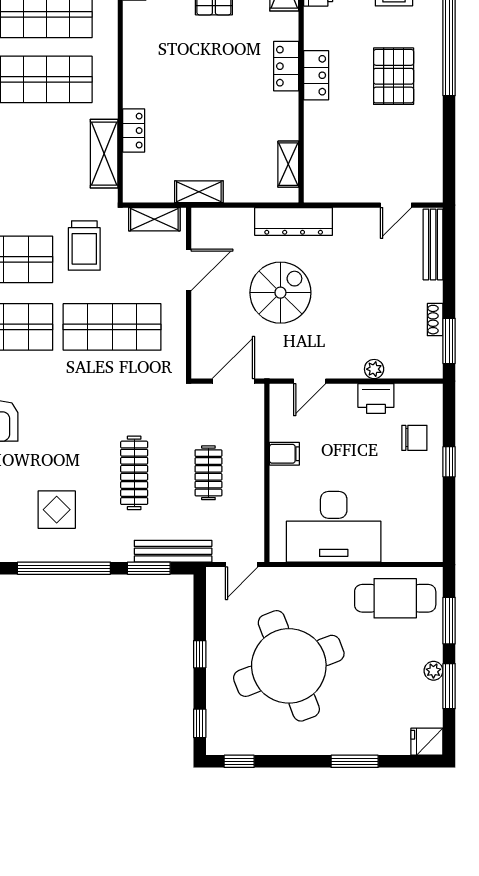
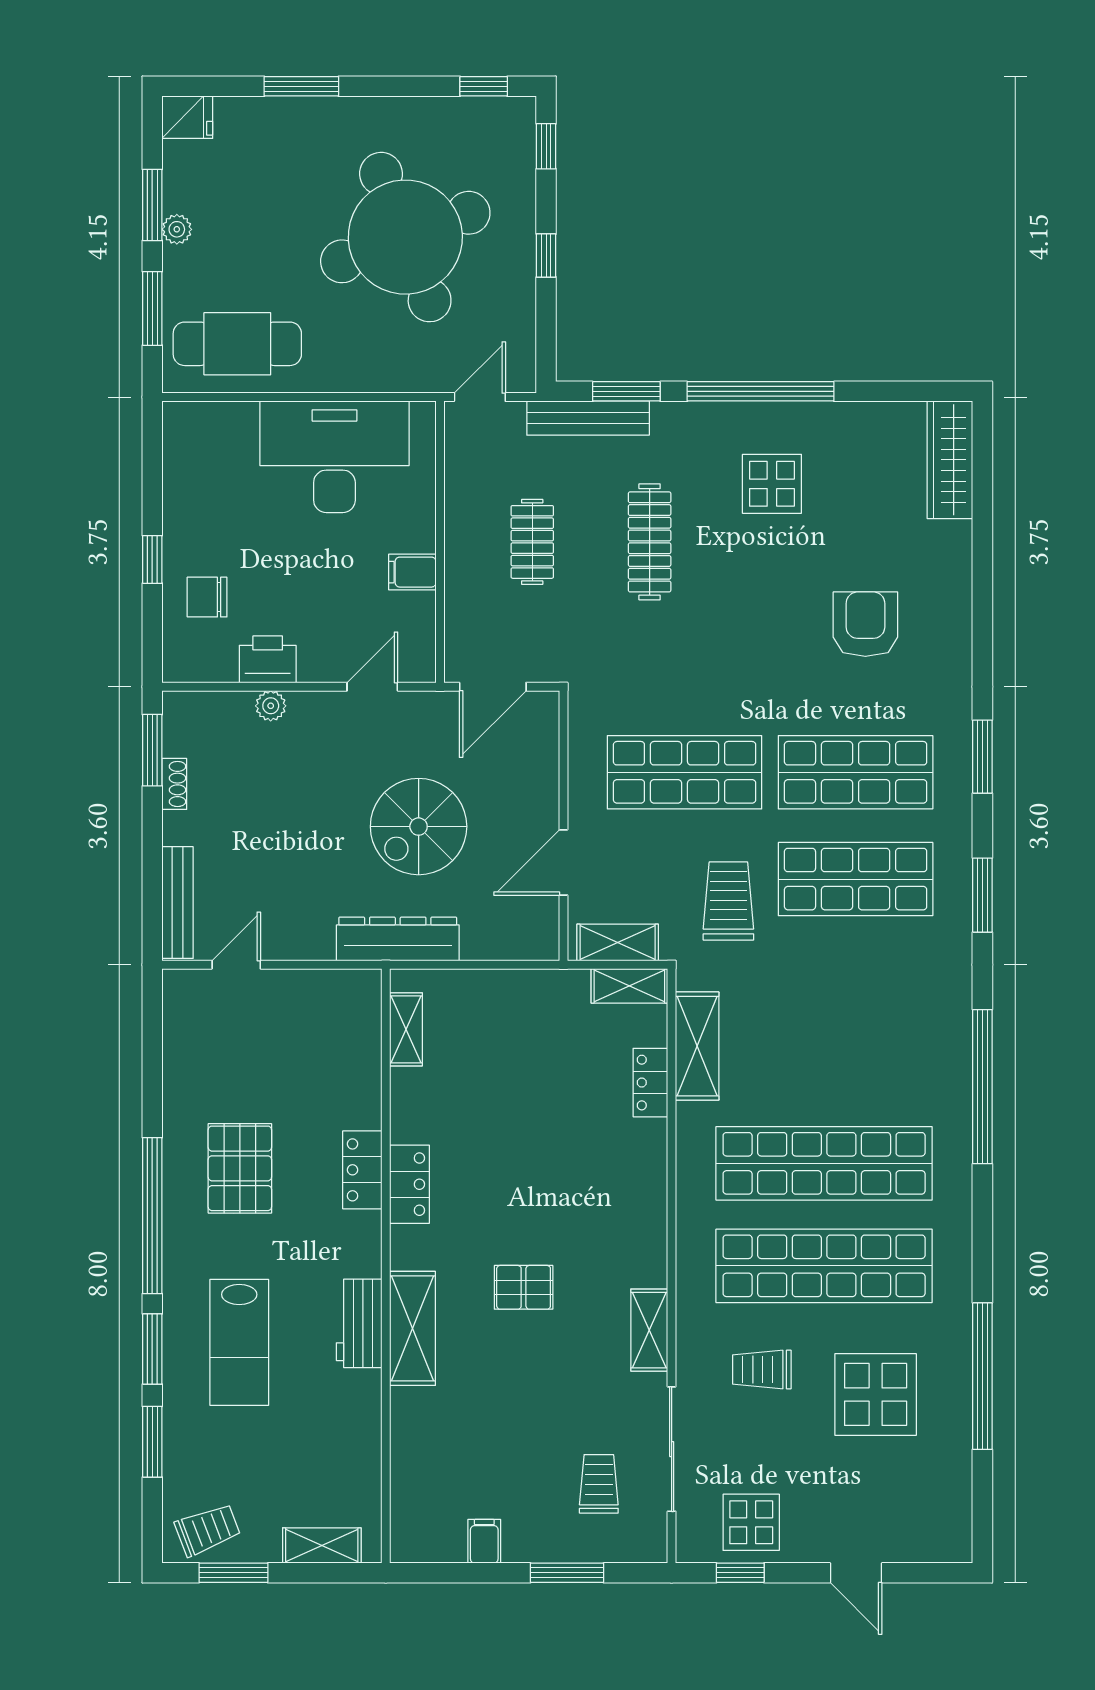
shelving: (199, 192) -> (629, 986), moved

